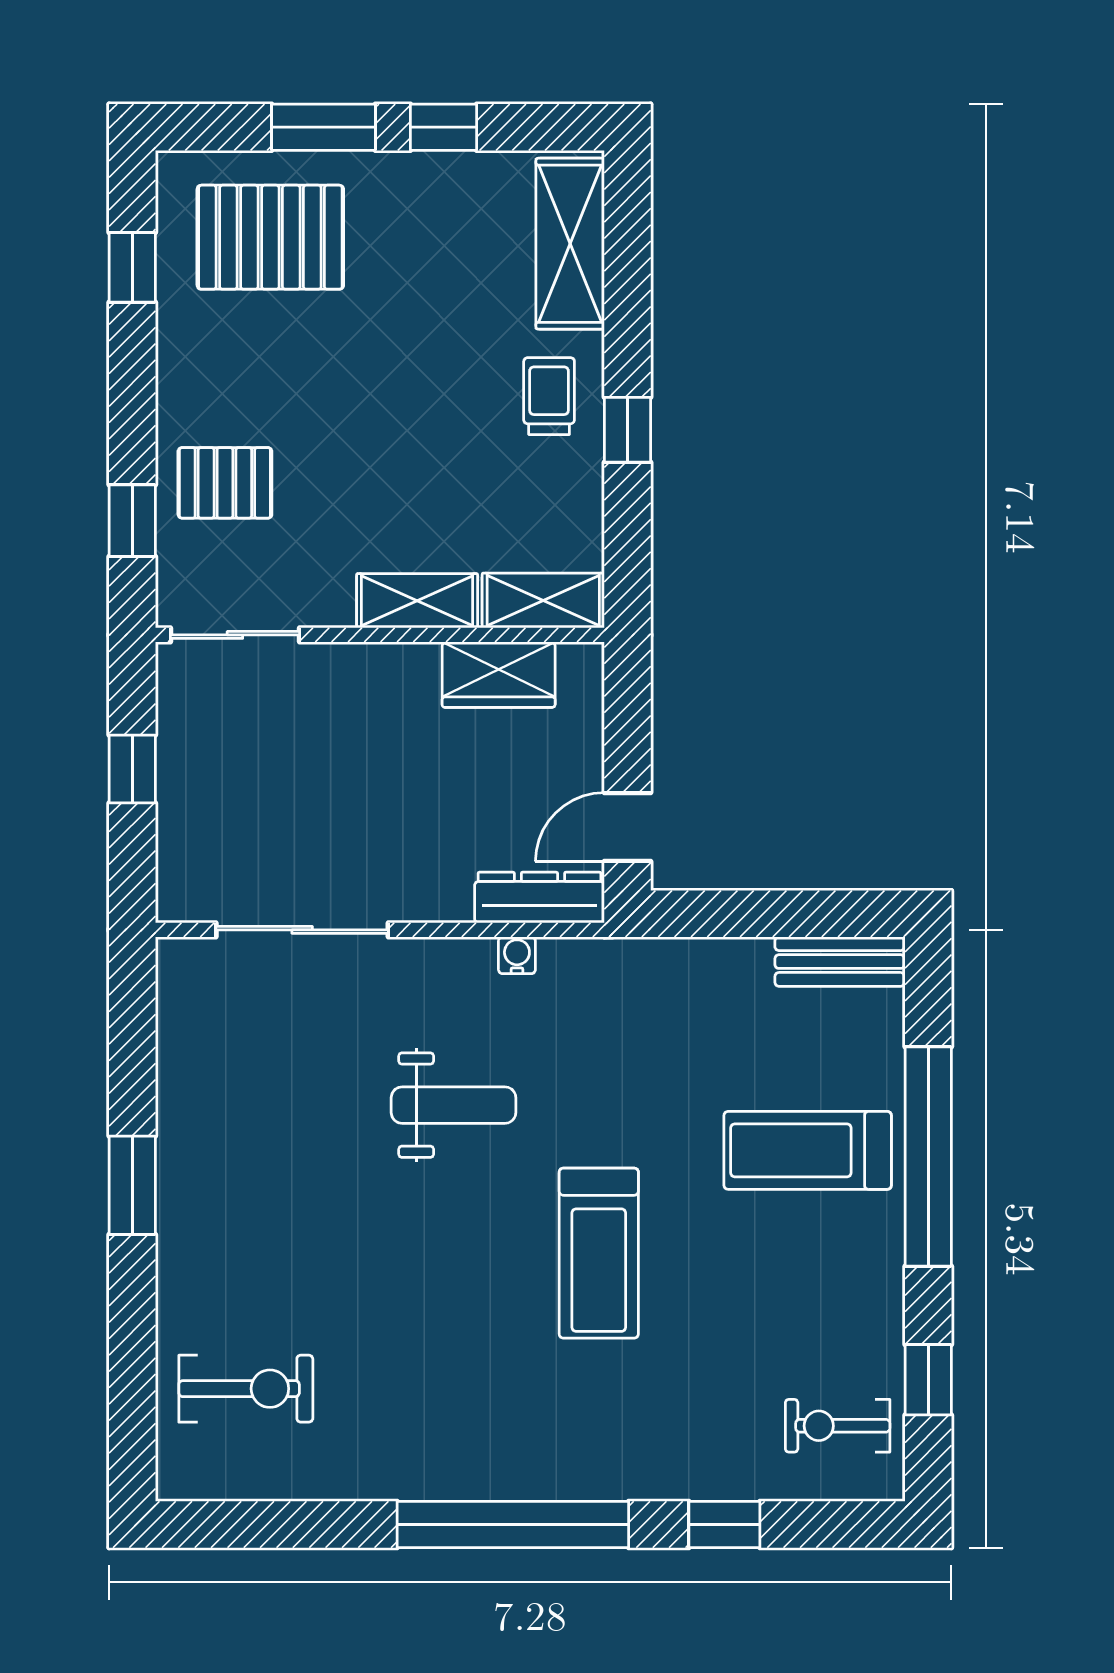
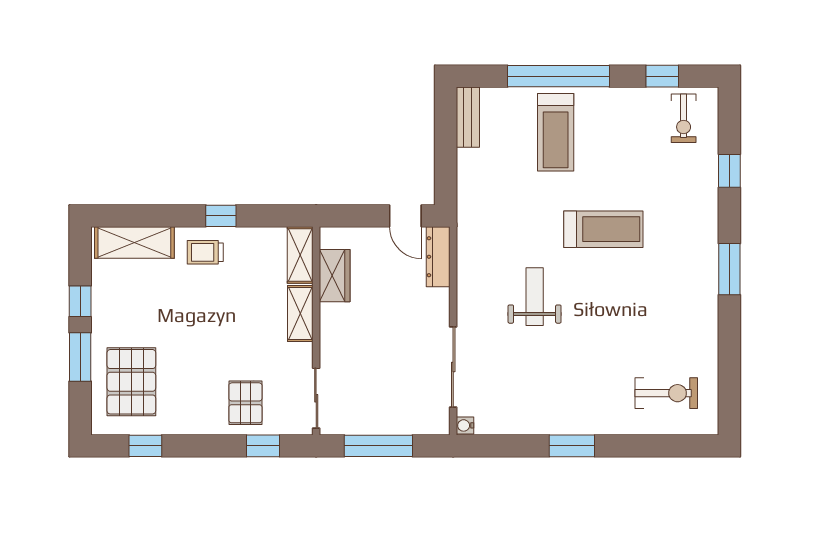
window: (132, 769) -> (378, 446), width x2.17
water cooler: (517, 955) -> (465, 425), moved
exercise bike: (246, 1389) -> (666, 393), turned 90
window: (513, 1524) -> (729, 269), width x0.47

